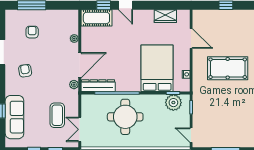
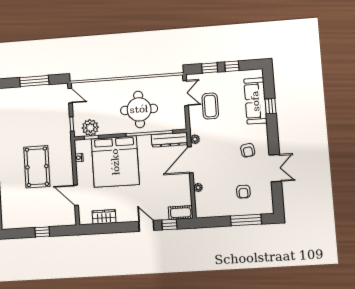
cot: (96, 18) -> (181, 213), width x0.73, depth x0.75
bed: (157, 68) -> (115, 162), width x1.36
pool table: (228, 68) -> (37, 167), turned 90

